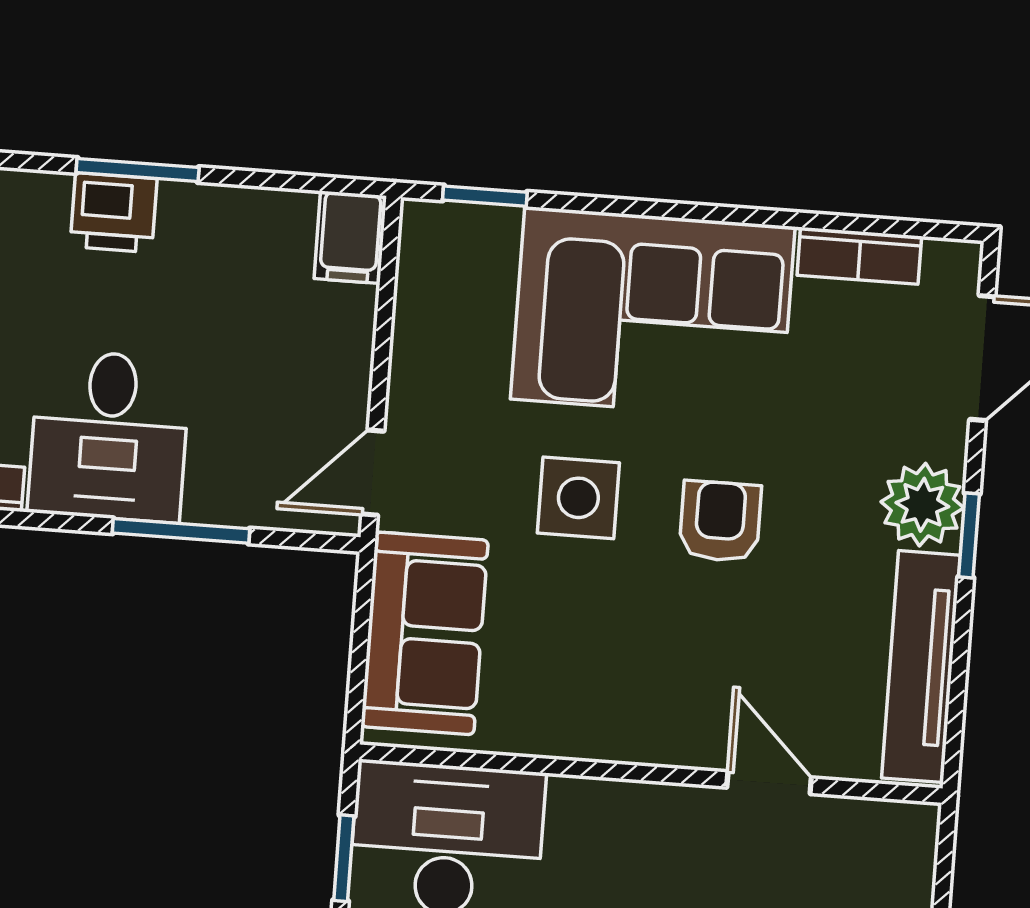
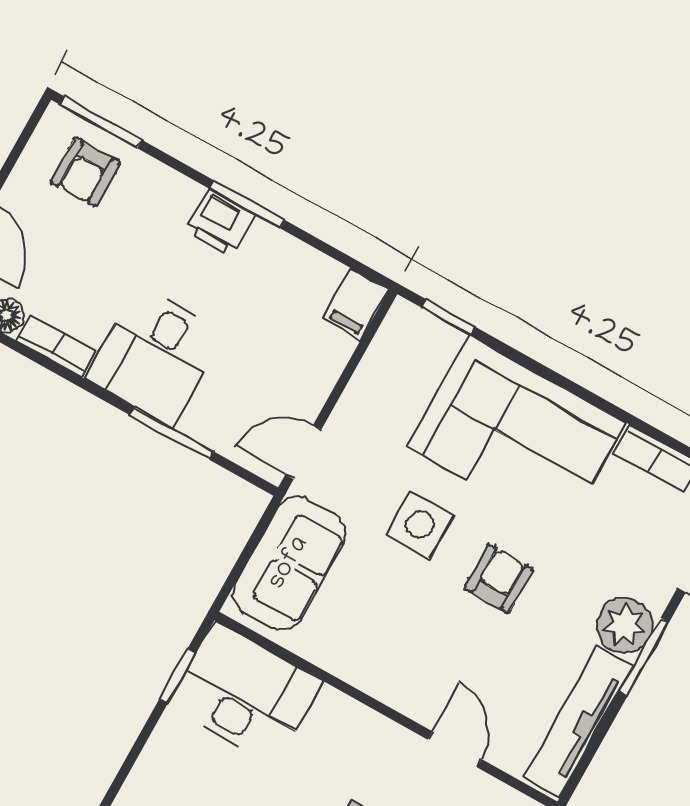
window: (969, 535) -> (644, 657), width x1.50

